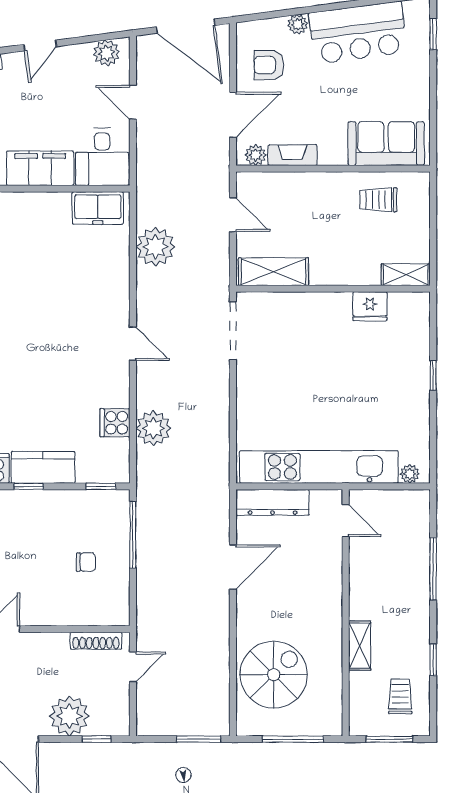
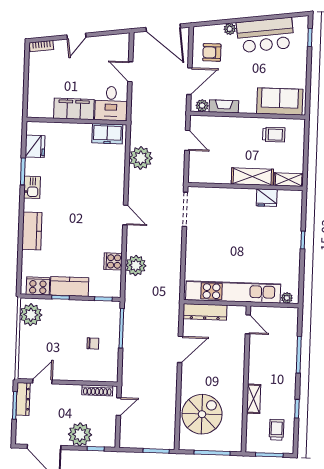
plant: (106, 53) -> (116, 42), removed
trolley: (378, 200) -> (274, 135), turned 180
shelving: (274, 272) -> (252, 177), moved

